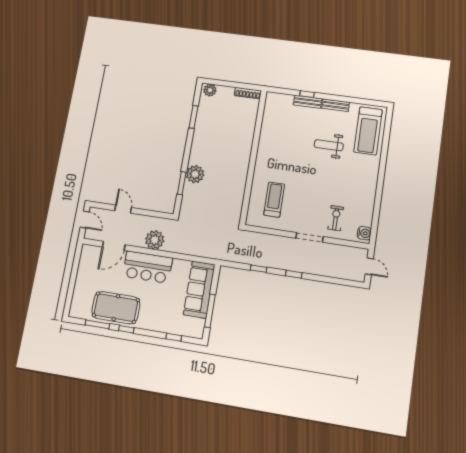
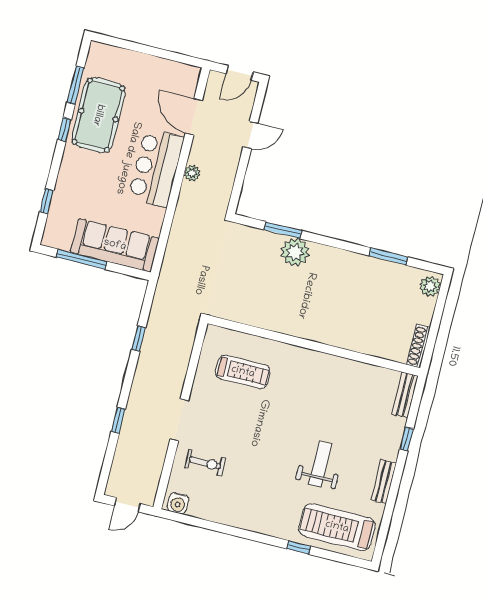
bench: (308, 102) -> (405, 395), moved
window: (384, 153) -> (299, 547), added
plant: (155, 240) -> (192, 173), width x0.53, depth x0.53
window: (294, 274) -> (118, 420), moved

